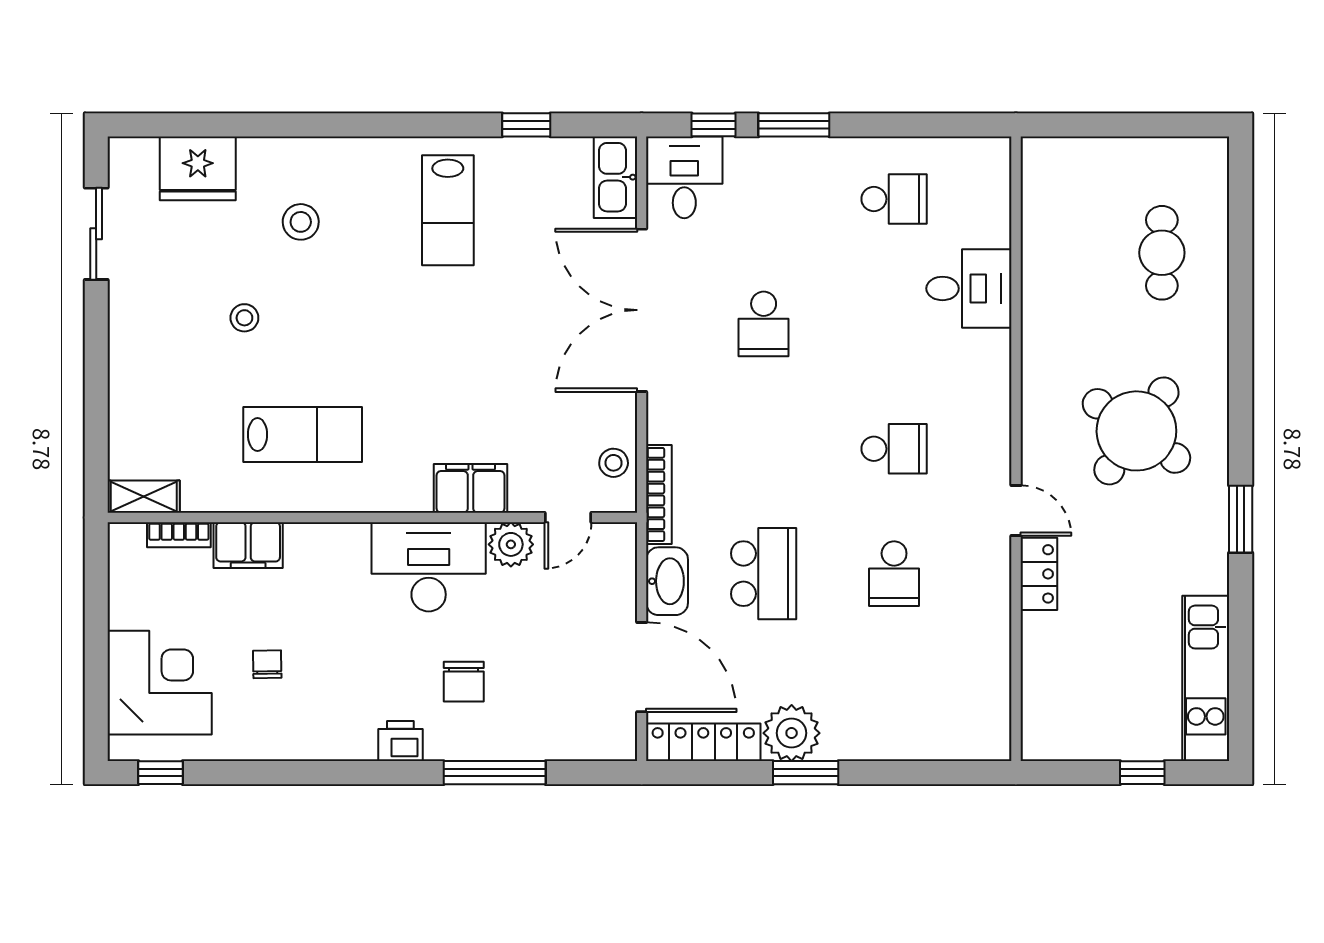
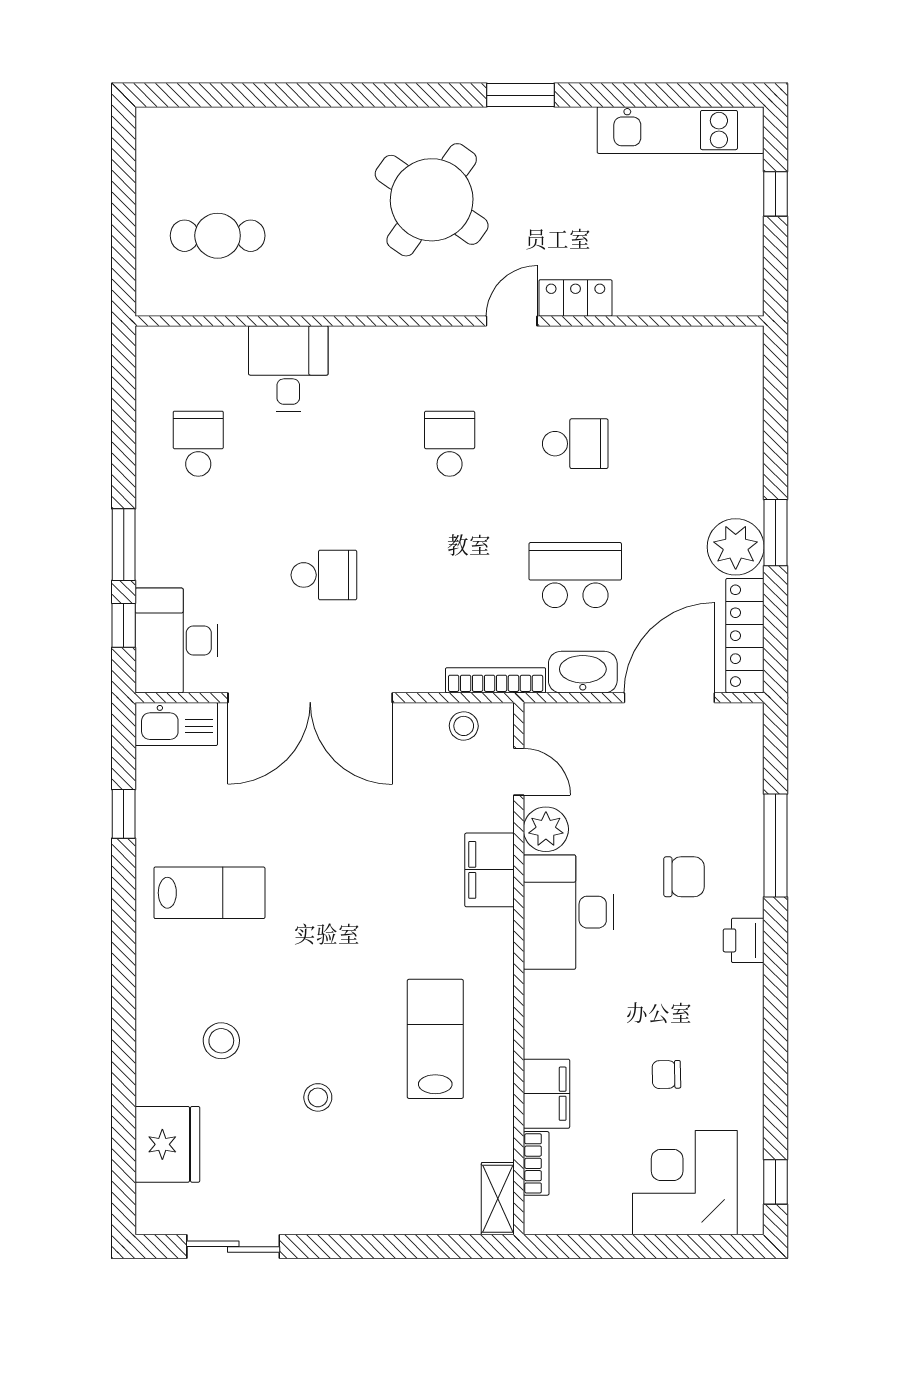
desk: (684, 177) -> (176, 641), width x1.37
cafe table: (1162, 253) -> (218, 236), moved

